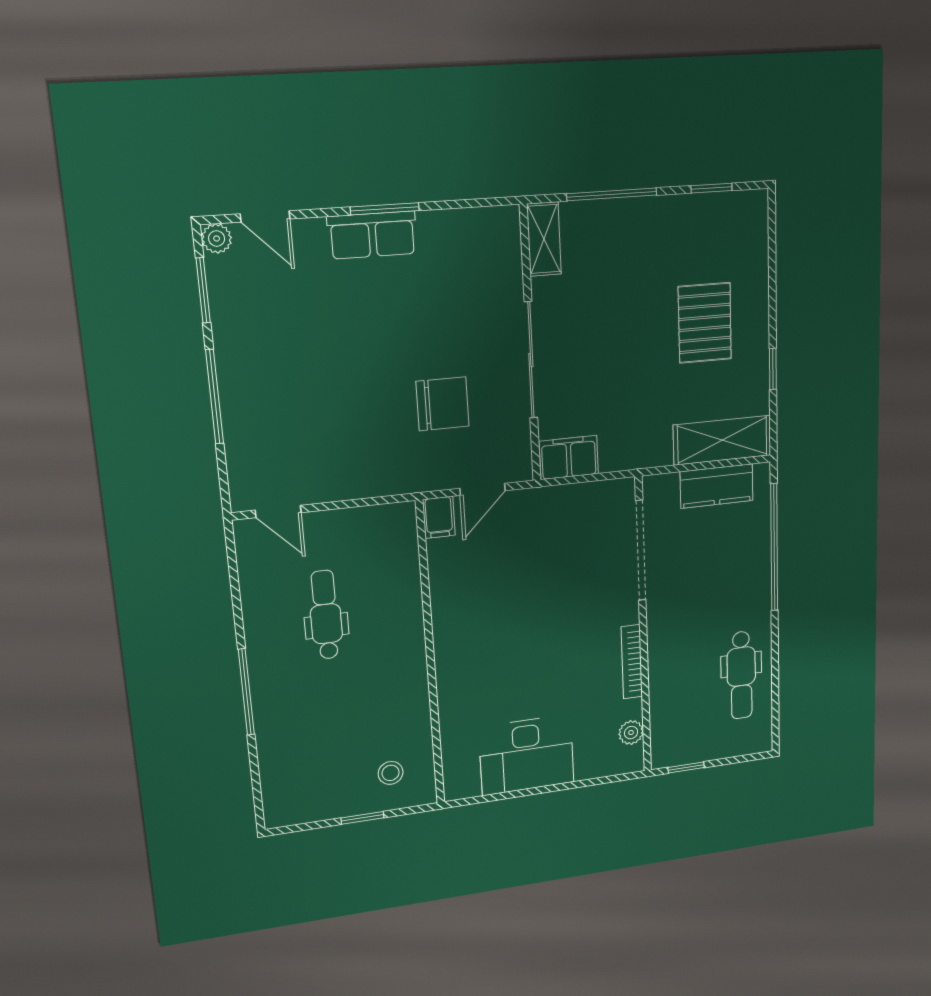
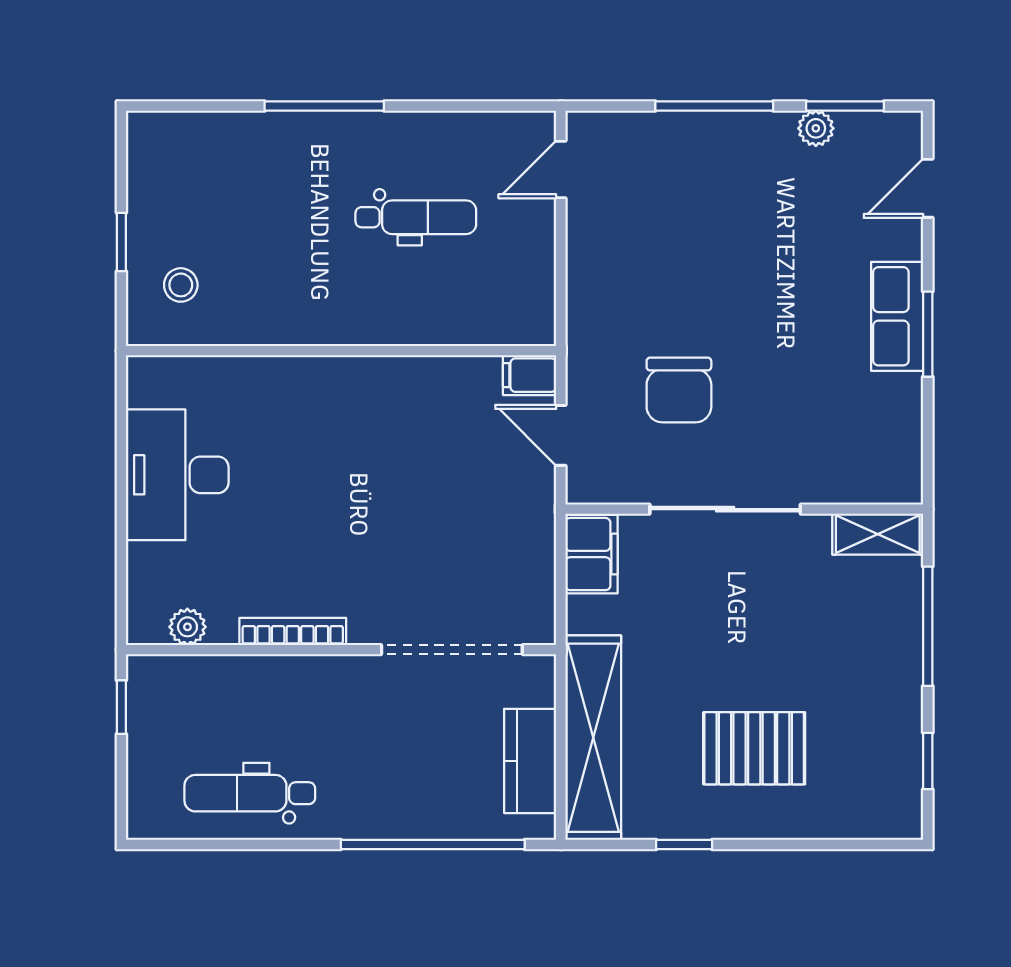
plant: (217, 238) -> (816, 128), moved
shelving: (722, 440) -> (593, 738), width x1.47

